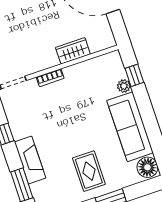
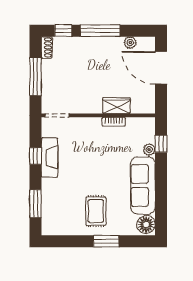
bookcase: (50, 78) -> (114, 122), moved
fireplace: (30, 160) -> (50, 157), moved

